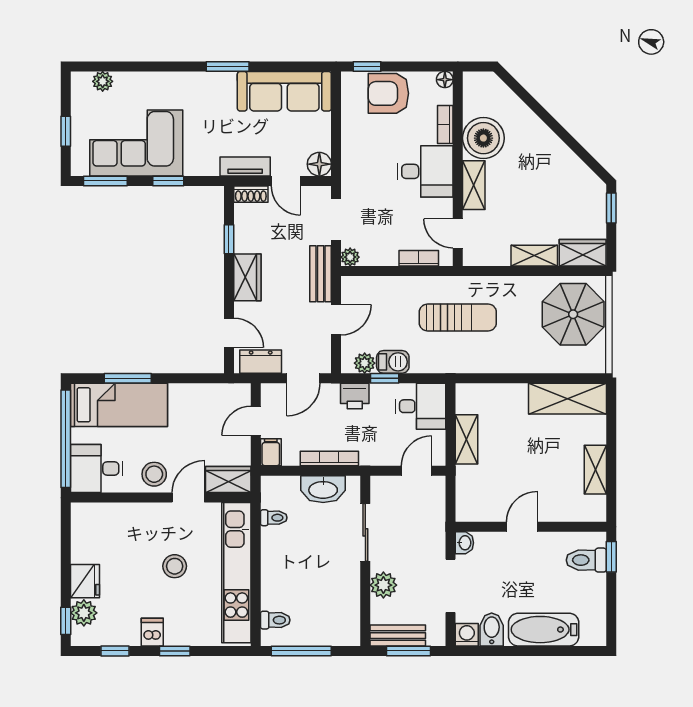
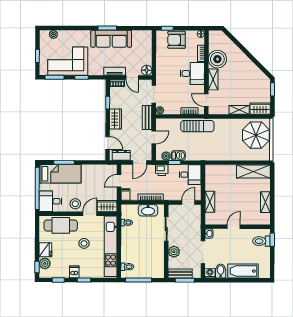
sofa: (284, 91) -> (111, 39), moved
sun lounger: (458, 318) -> (197, 126), moved
shelving: (467, 439) -> (210, 202), moved
cafe table: (121, 525) -> (61, 225), added

